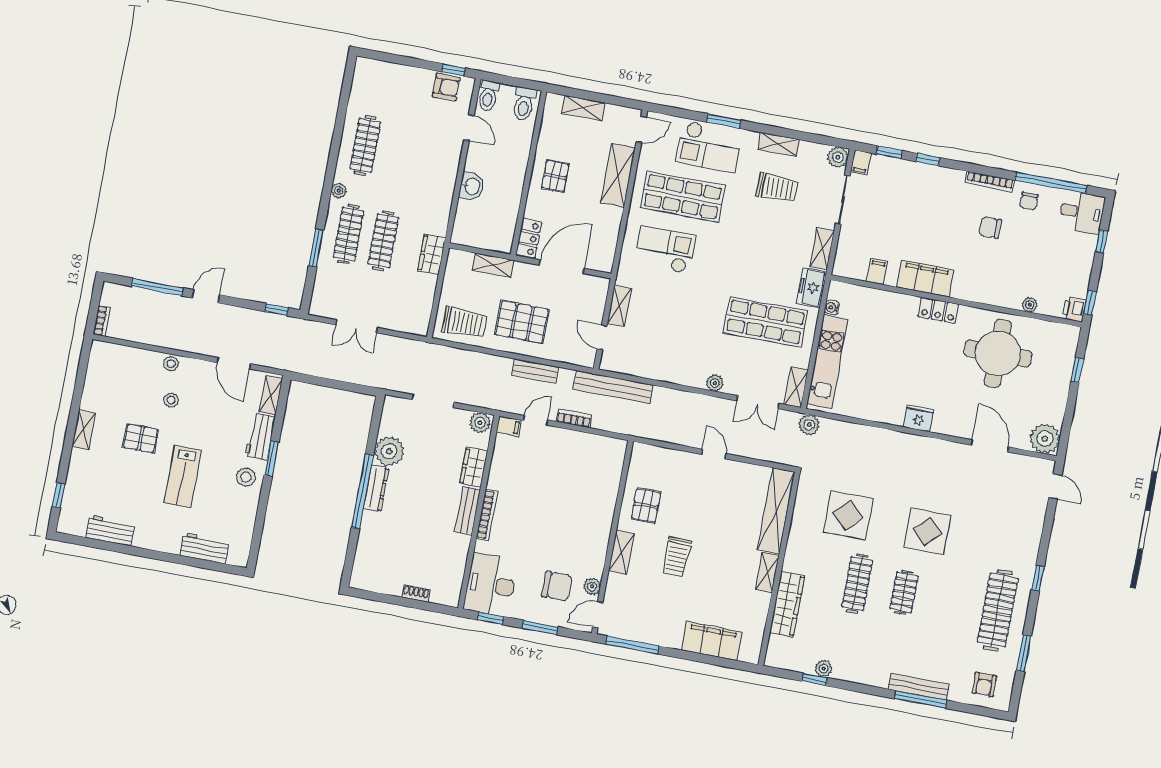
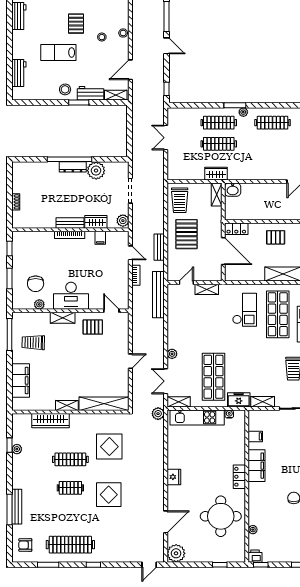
washbasin: (472, 186) -> (233, 190), moved
window: (316, 248) -> (235, 105), moved
shelving: (493, 265) -> (217, 194), moved
filing cabinet: (509, 426) -> (100, 238), moved
trolley: (677, 557) -> (33, 342), moved
desk: (491, 585) -> (71, 296), moved, turned 180
door: (598, 615) -> (111, 311), moved

